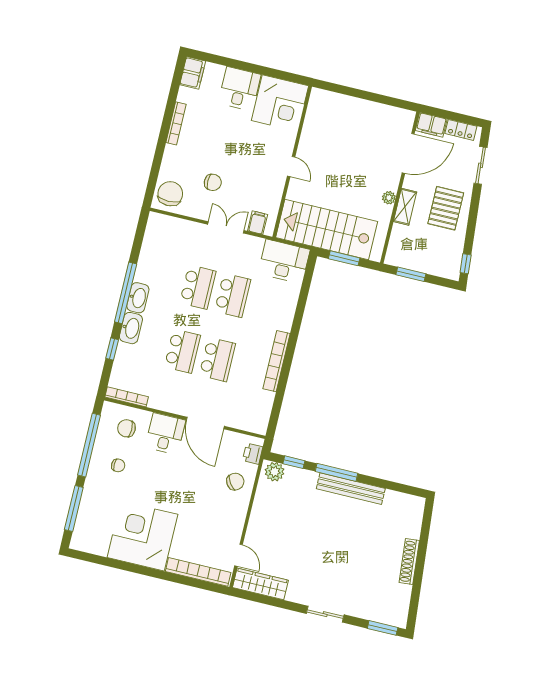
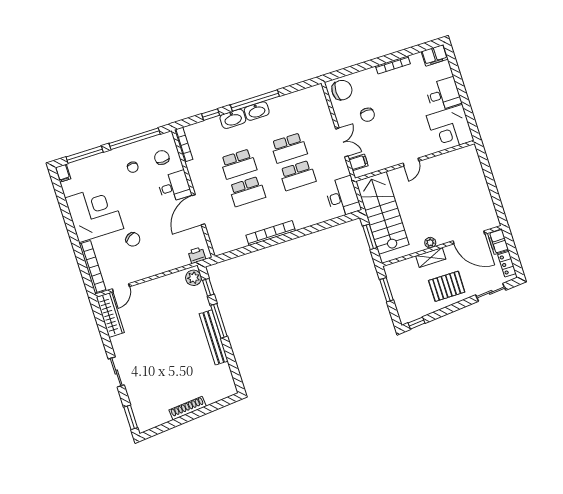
chair: (235, 482) -> (133, 239), moved
filing cabinet: (80, 543) -> (63, 173), added

